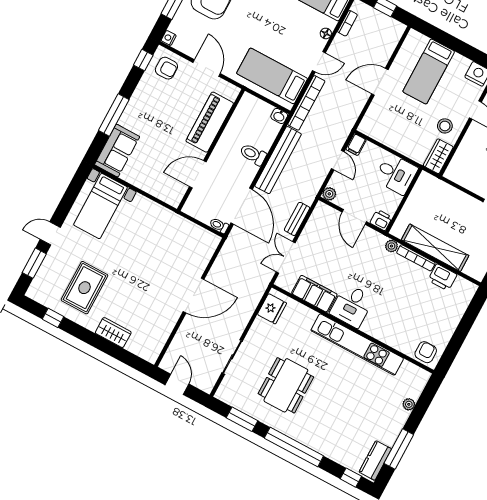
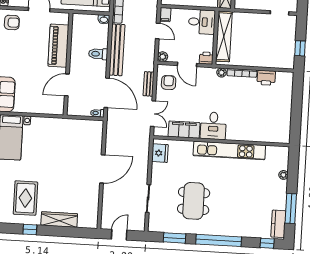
shelving: (435, 248) -> (224, 36), moved, turned 90
double door: (286, 257) -> (153, 114), swing flipped
window: (53, 318) -> (30, 230), moved
wardrobe: (113, 333) -> (59, 220), width x1.50
armchair: (426, 352) -> (169, 83), moved
door: (177, 384) -> (119, 235), hinge flipped

